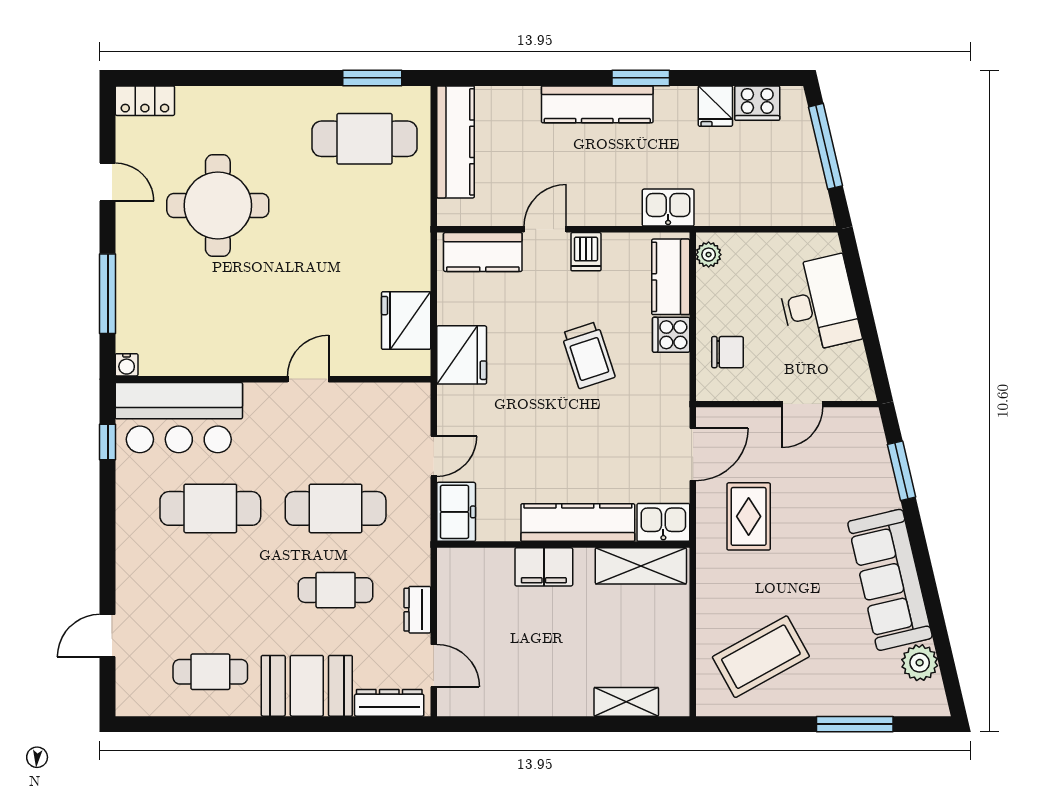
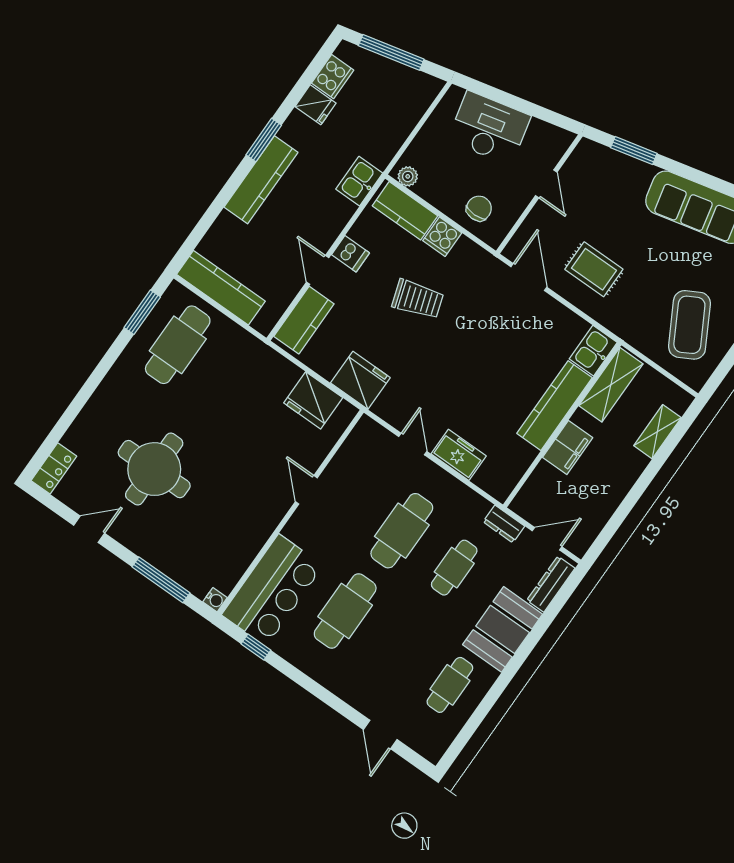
kitchen sink: (663, 522) -> (593, 351), moved
kitchen counter: (578, 523) -> (555, 406), moved
wall: (563, 545) -> (562, 425), moved
shelving: (641, 566) -> (611, 385), moved
filing cabinet: (544, 567) -> (568, 448), moved

